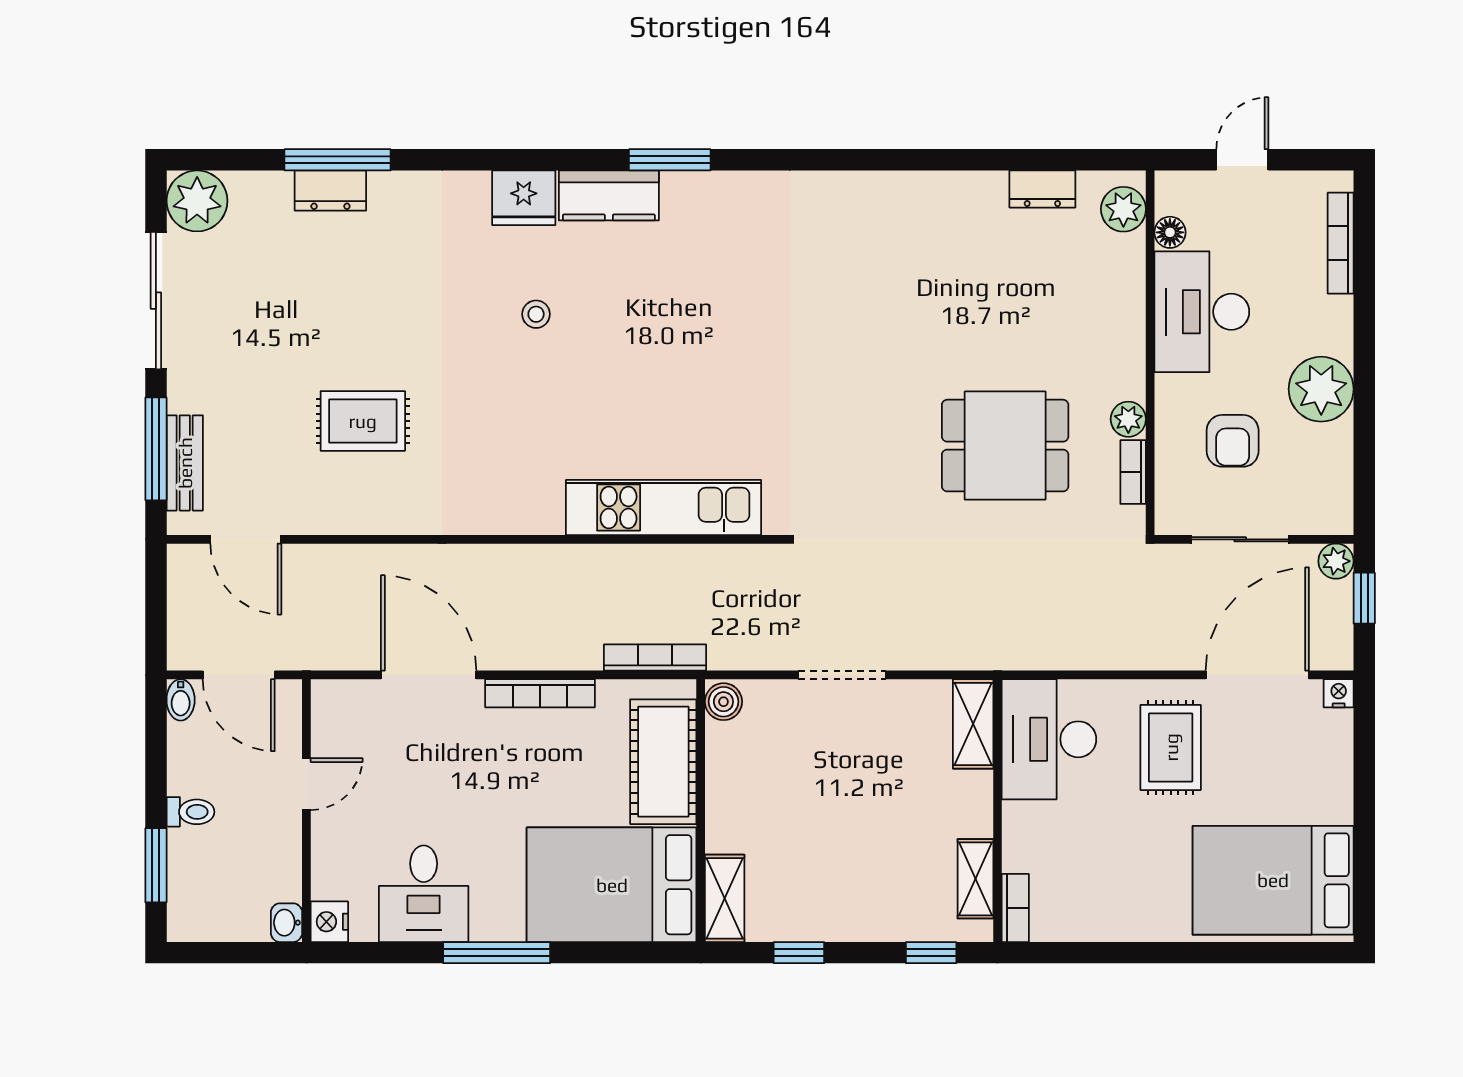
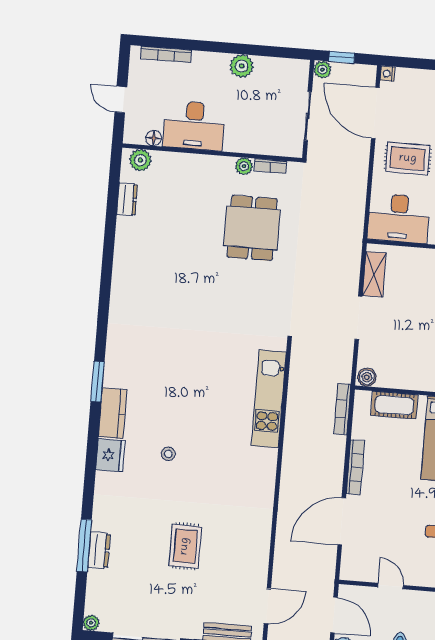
plant: (197, 201) -> (91, 623), width x0.53, depth x0.53
plant: (1321, 389) -> (242, 66), width x0.73, depth x0.73
rug: (363, 421) -> (185, 546), moved
armchair: (1233, 441) -> (259, 116), removed
door: (239, 675) -> (334, 615), hinge flipped
shelving: (973, 724) -> (374, 274), moved, turned 90
cot: (663, 762) -> (394, 405), width x0.73, depth x0.75

